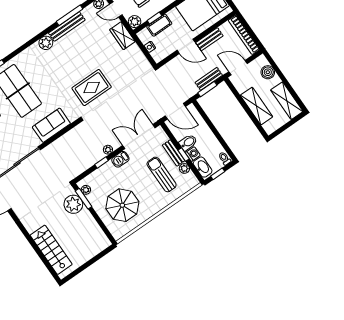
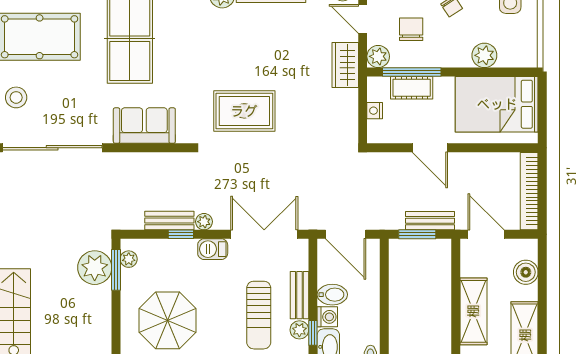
window: (154, 18) -> (412, 72), width x2.17
bench: (209, 39) -> (169, 221), moved
window: (184, 154) -> (313, 333), moved
sun lounger: (162, 174) -> (259, 315), turned 180

